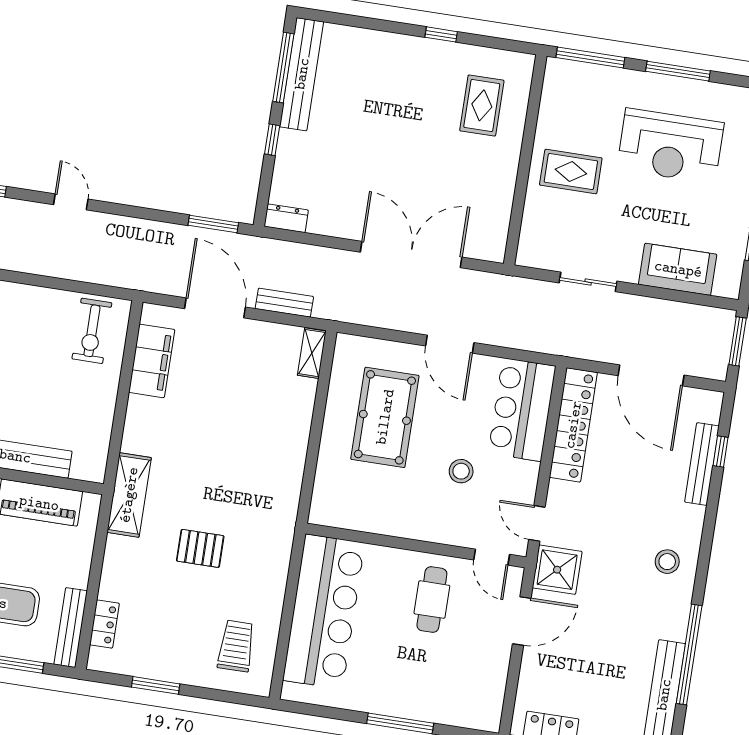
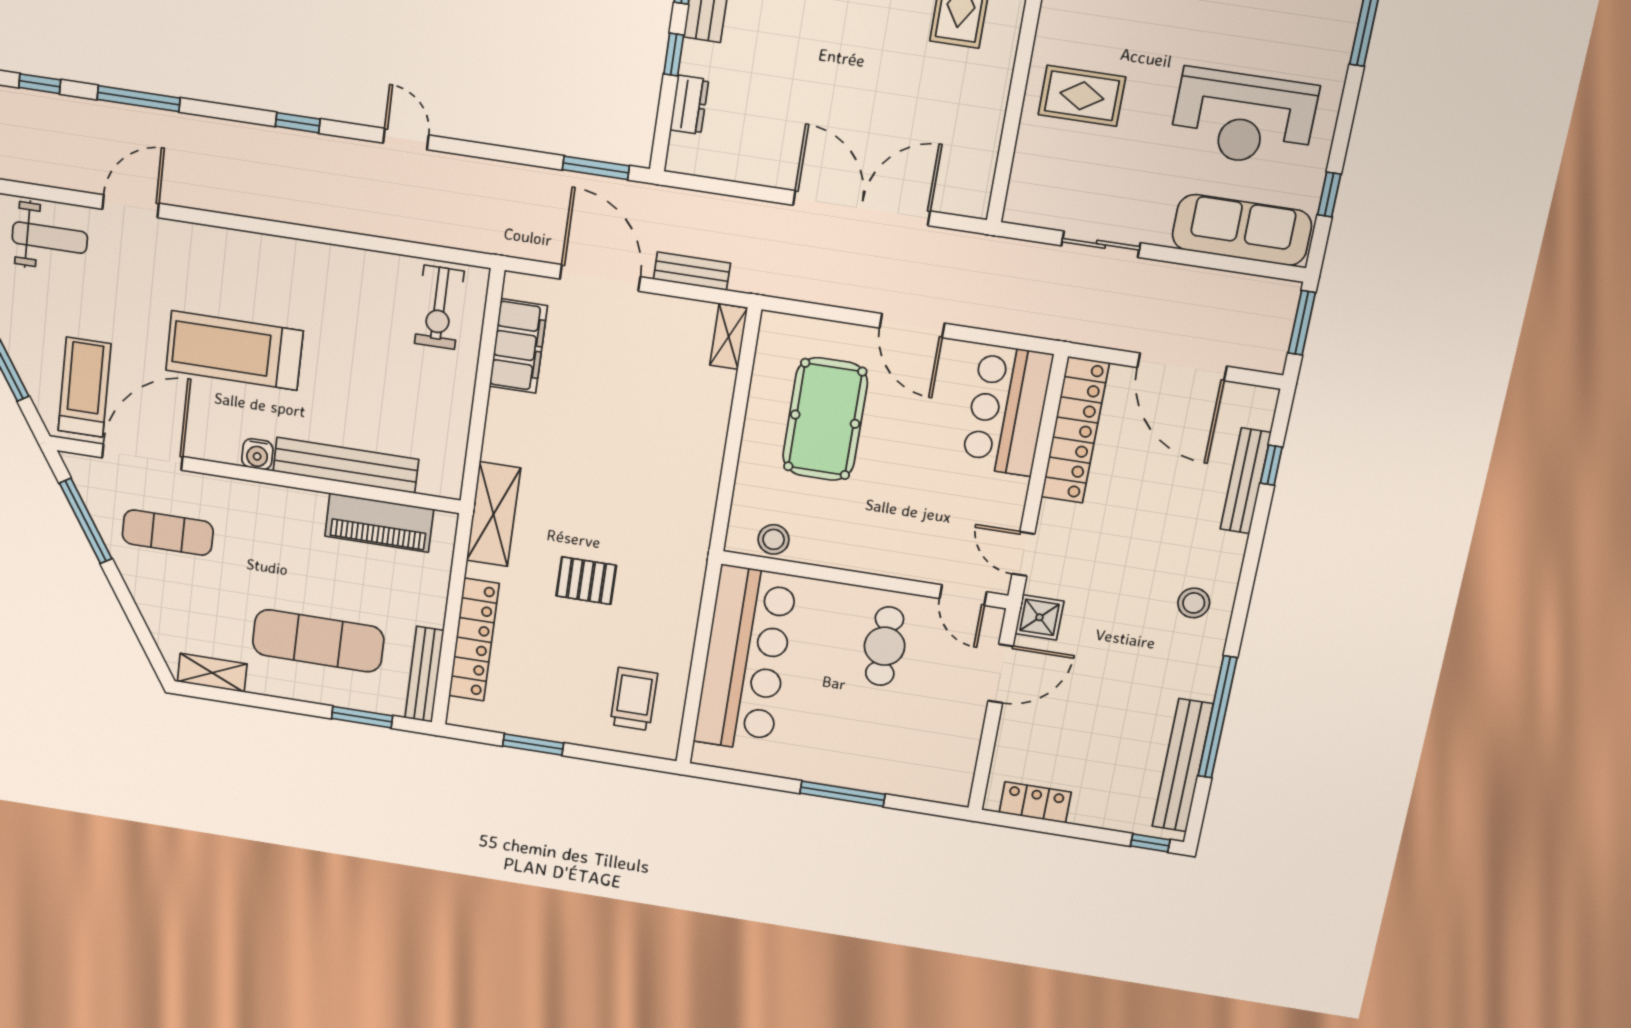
reception desk: (670, 146) -> (1244, 118), moved
dresser: (286, 218) -> (689, 105), moved, turned 90
sofa: (678, 269) -> (1242, 230), width x1.36
stool: (461, 471) -> (774, 539), moved
shower: (557, 570) -> (1039, 617), width x0.73, depth x0.73
locker: (104, 624) -> (474, 640), width x2.16, depth x1.21

